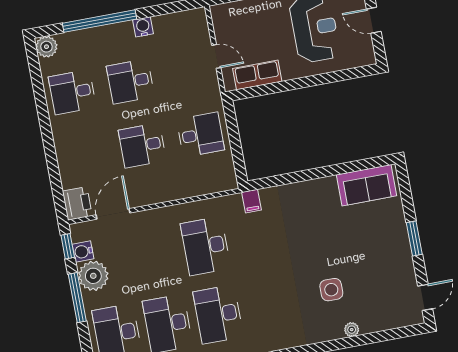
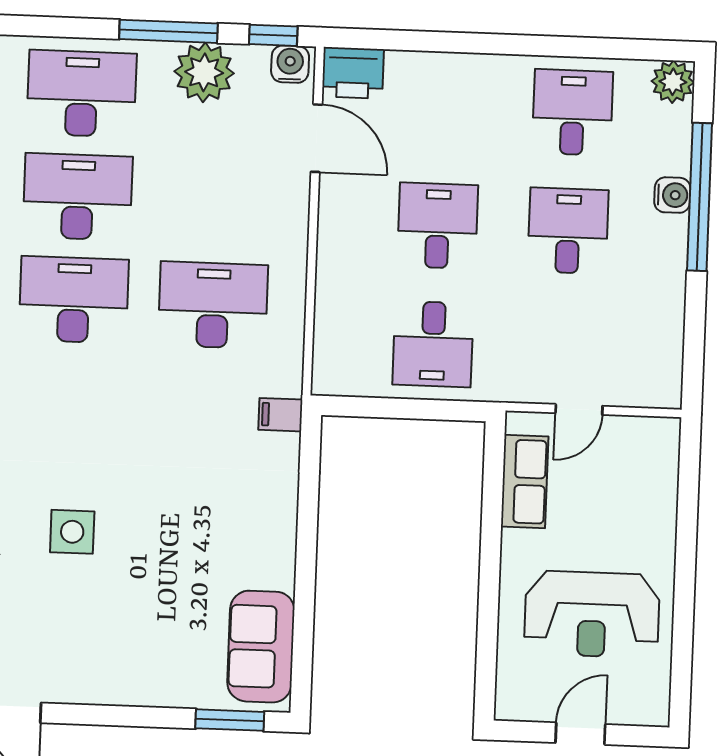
water cooler: (143, 27) -> (672, 195), moved
window: (414, 238) -> (230, 720), moved
water cooler: (83, 252) -> (290, 64), moved

